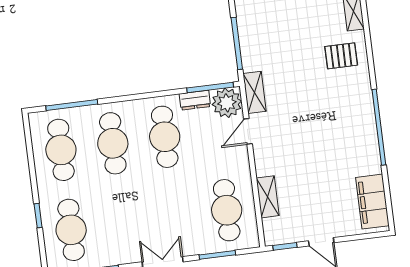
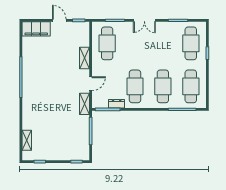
pallet: (341, 56) -> (36, 117), removed
plant: (227, 103) -> (100, 100), removed
shelving: (268, 197) -> (85, 58), moved
filing cabinet: (372, 202) -> (36, 29), moved, turned 90

